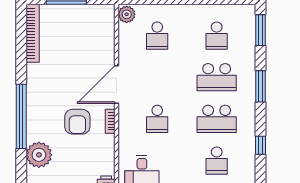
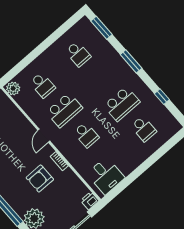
school desk: (217, 77) -> (64, 110), moved
door: (117, 84) -> (44, 136), width x0.53
armchair: (77, 122) -> (40, 179), turned 90

